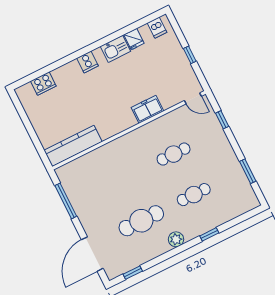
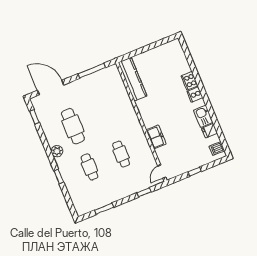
cooker: (43, 84) -> (190, 81), moved

